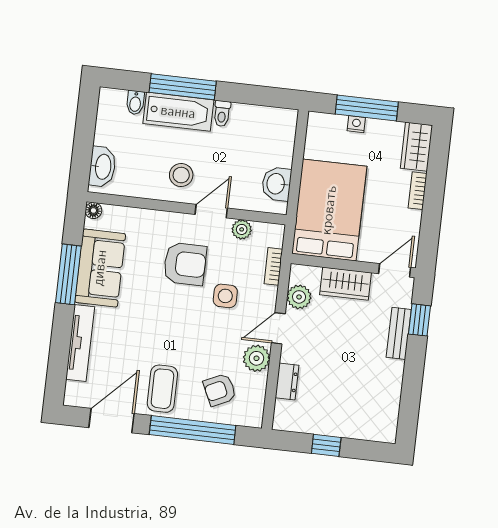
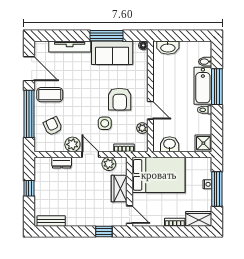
shower: (281, 123) -> (203, 143), added
stool: (181, 175) -> (168, 91), removed
bench: (399, 333) -> (51, 221), moved

